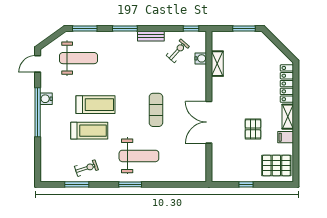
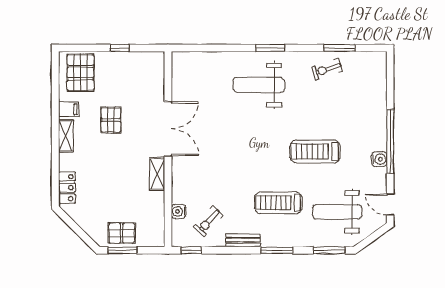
pallet: (245, 42) -> (122, 233), added
door: (38, 64) -> (390, 204), swing flipped
shelving: (217, 64) -> (157, 174), moved
locker: (287, 84) -> (67, 188), width x0.66
exercise mat: (156, 110) -> (237, 145), removed
treadmill: (89, 131) -> (278, 203), moved
pallet: (276, 165) -> (80, 73), turned 90

